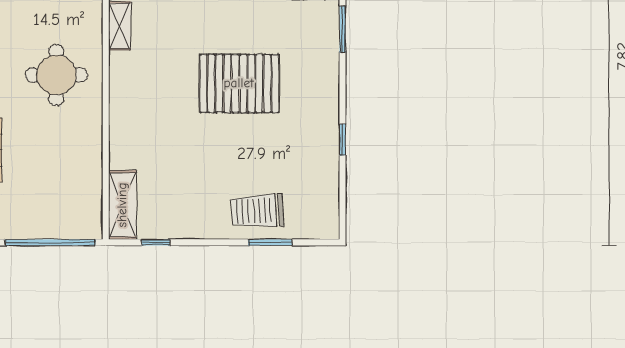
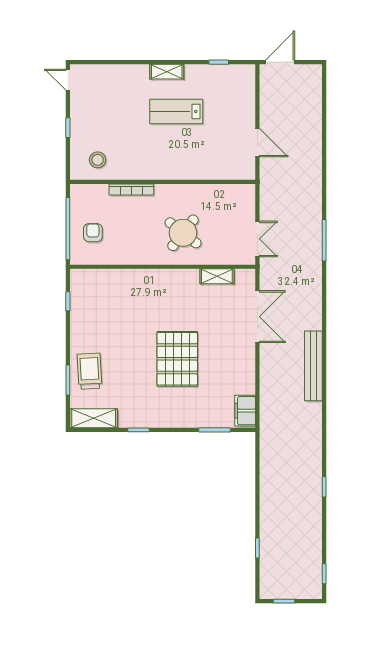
round table: (56, 75) -> (183, 233), turned 38
shelving: (122, 205) -> (94, 418), moved
armchair: (56, 206) -> (93, 233), added

